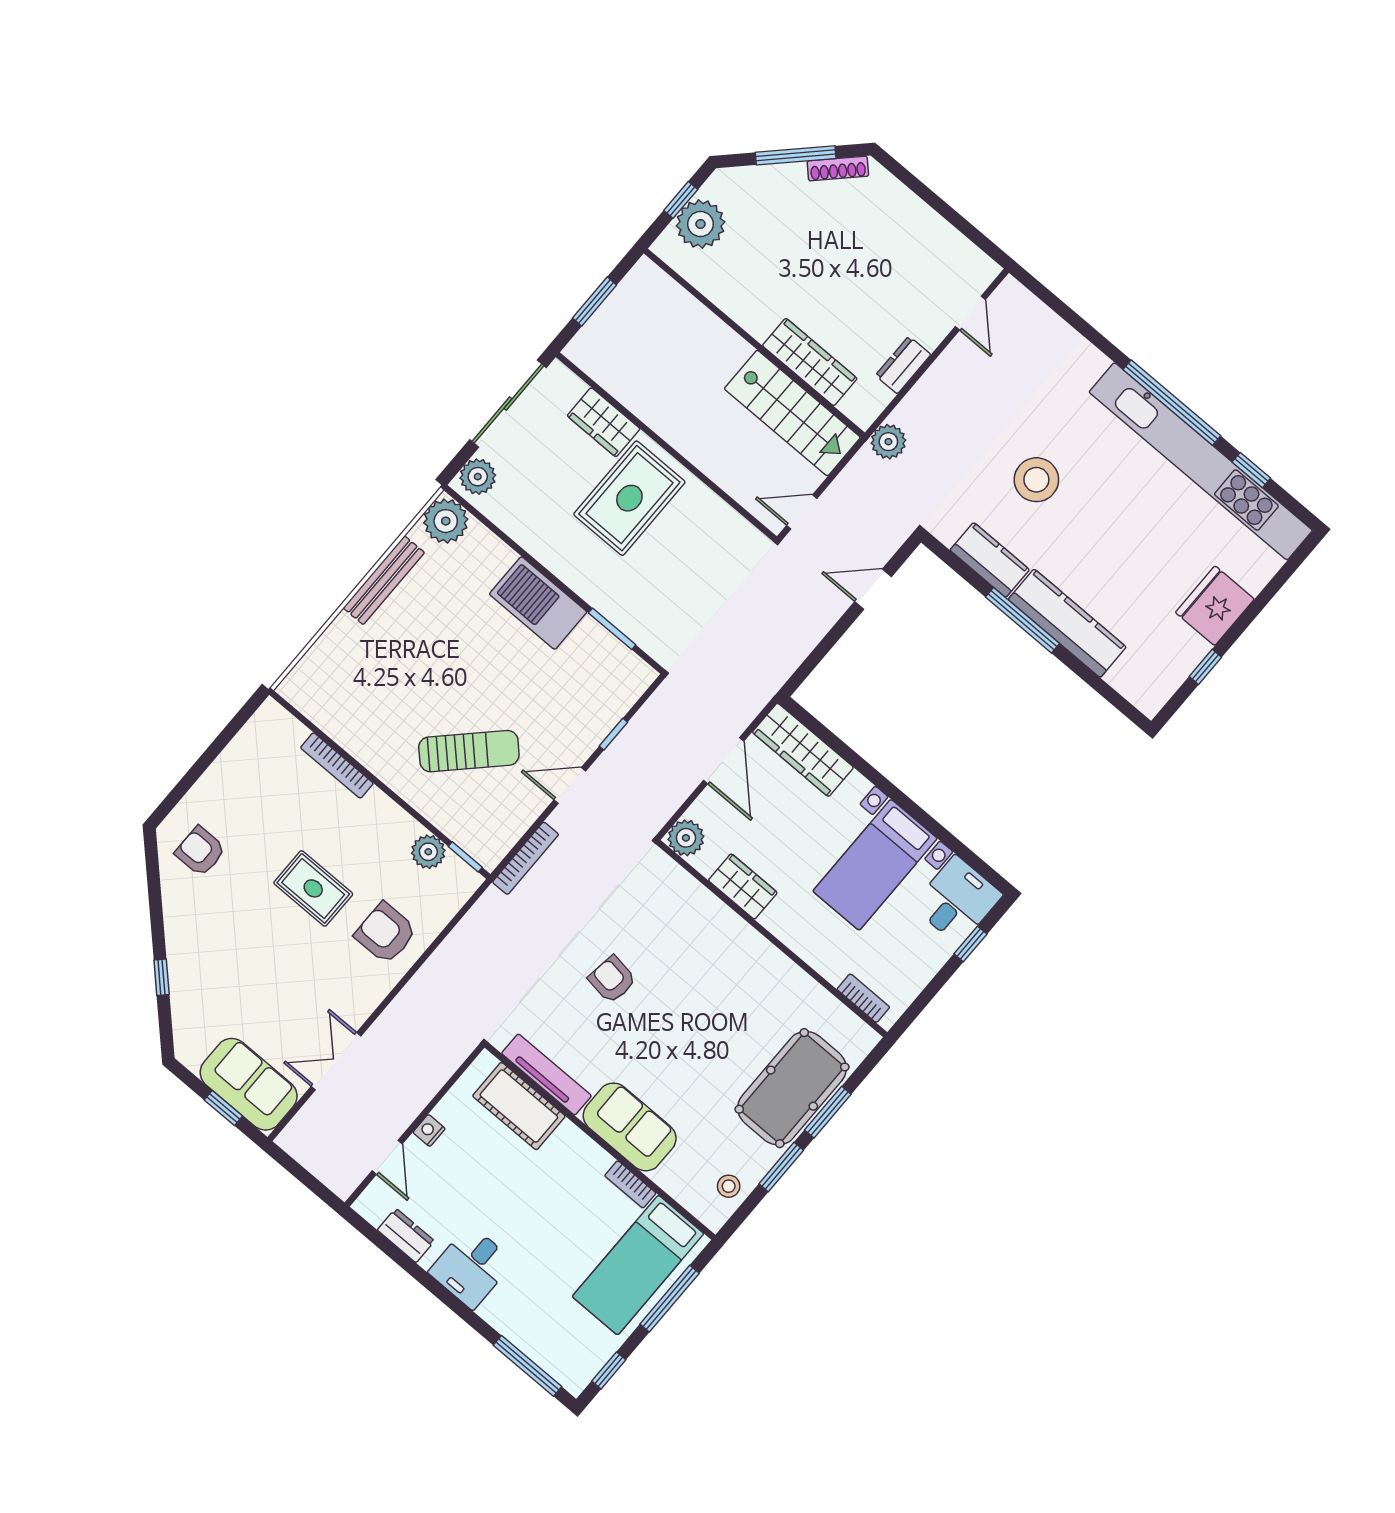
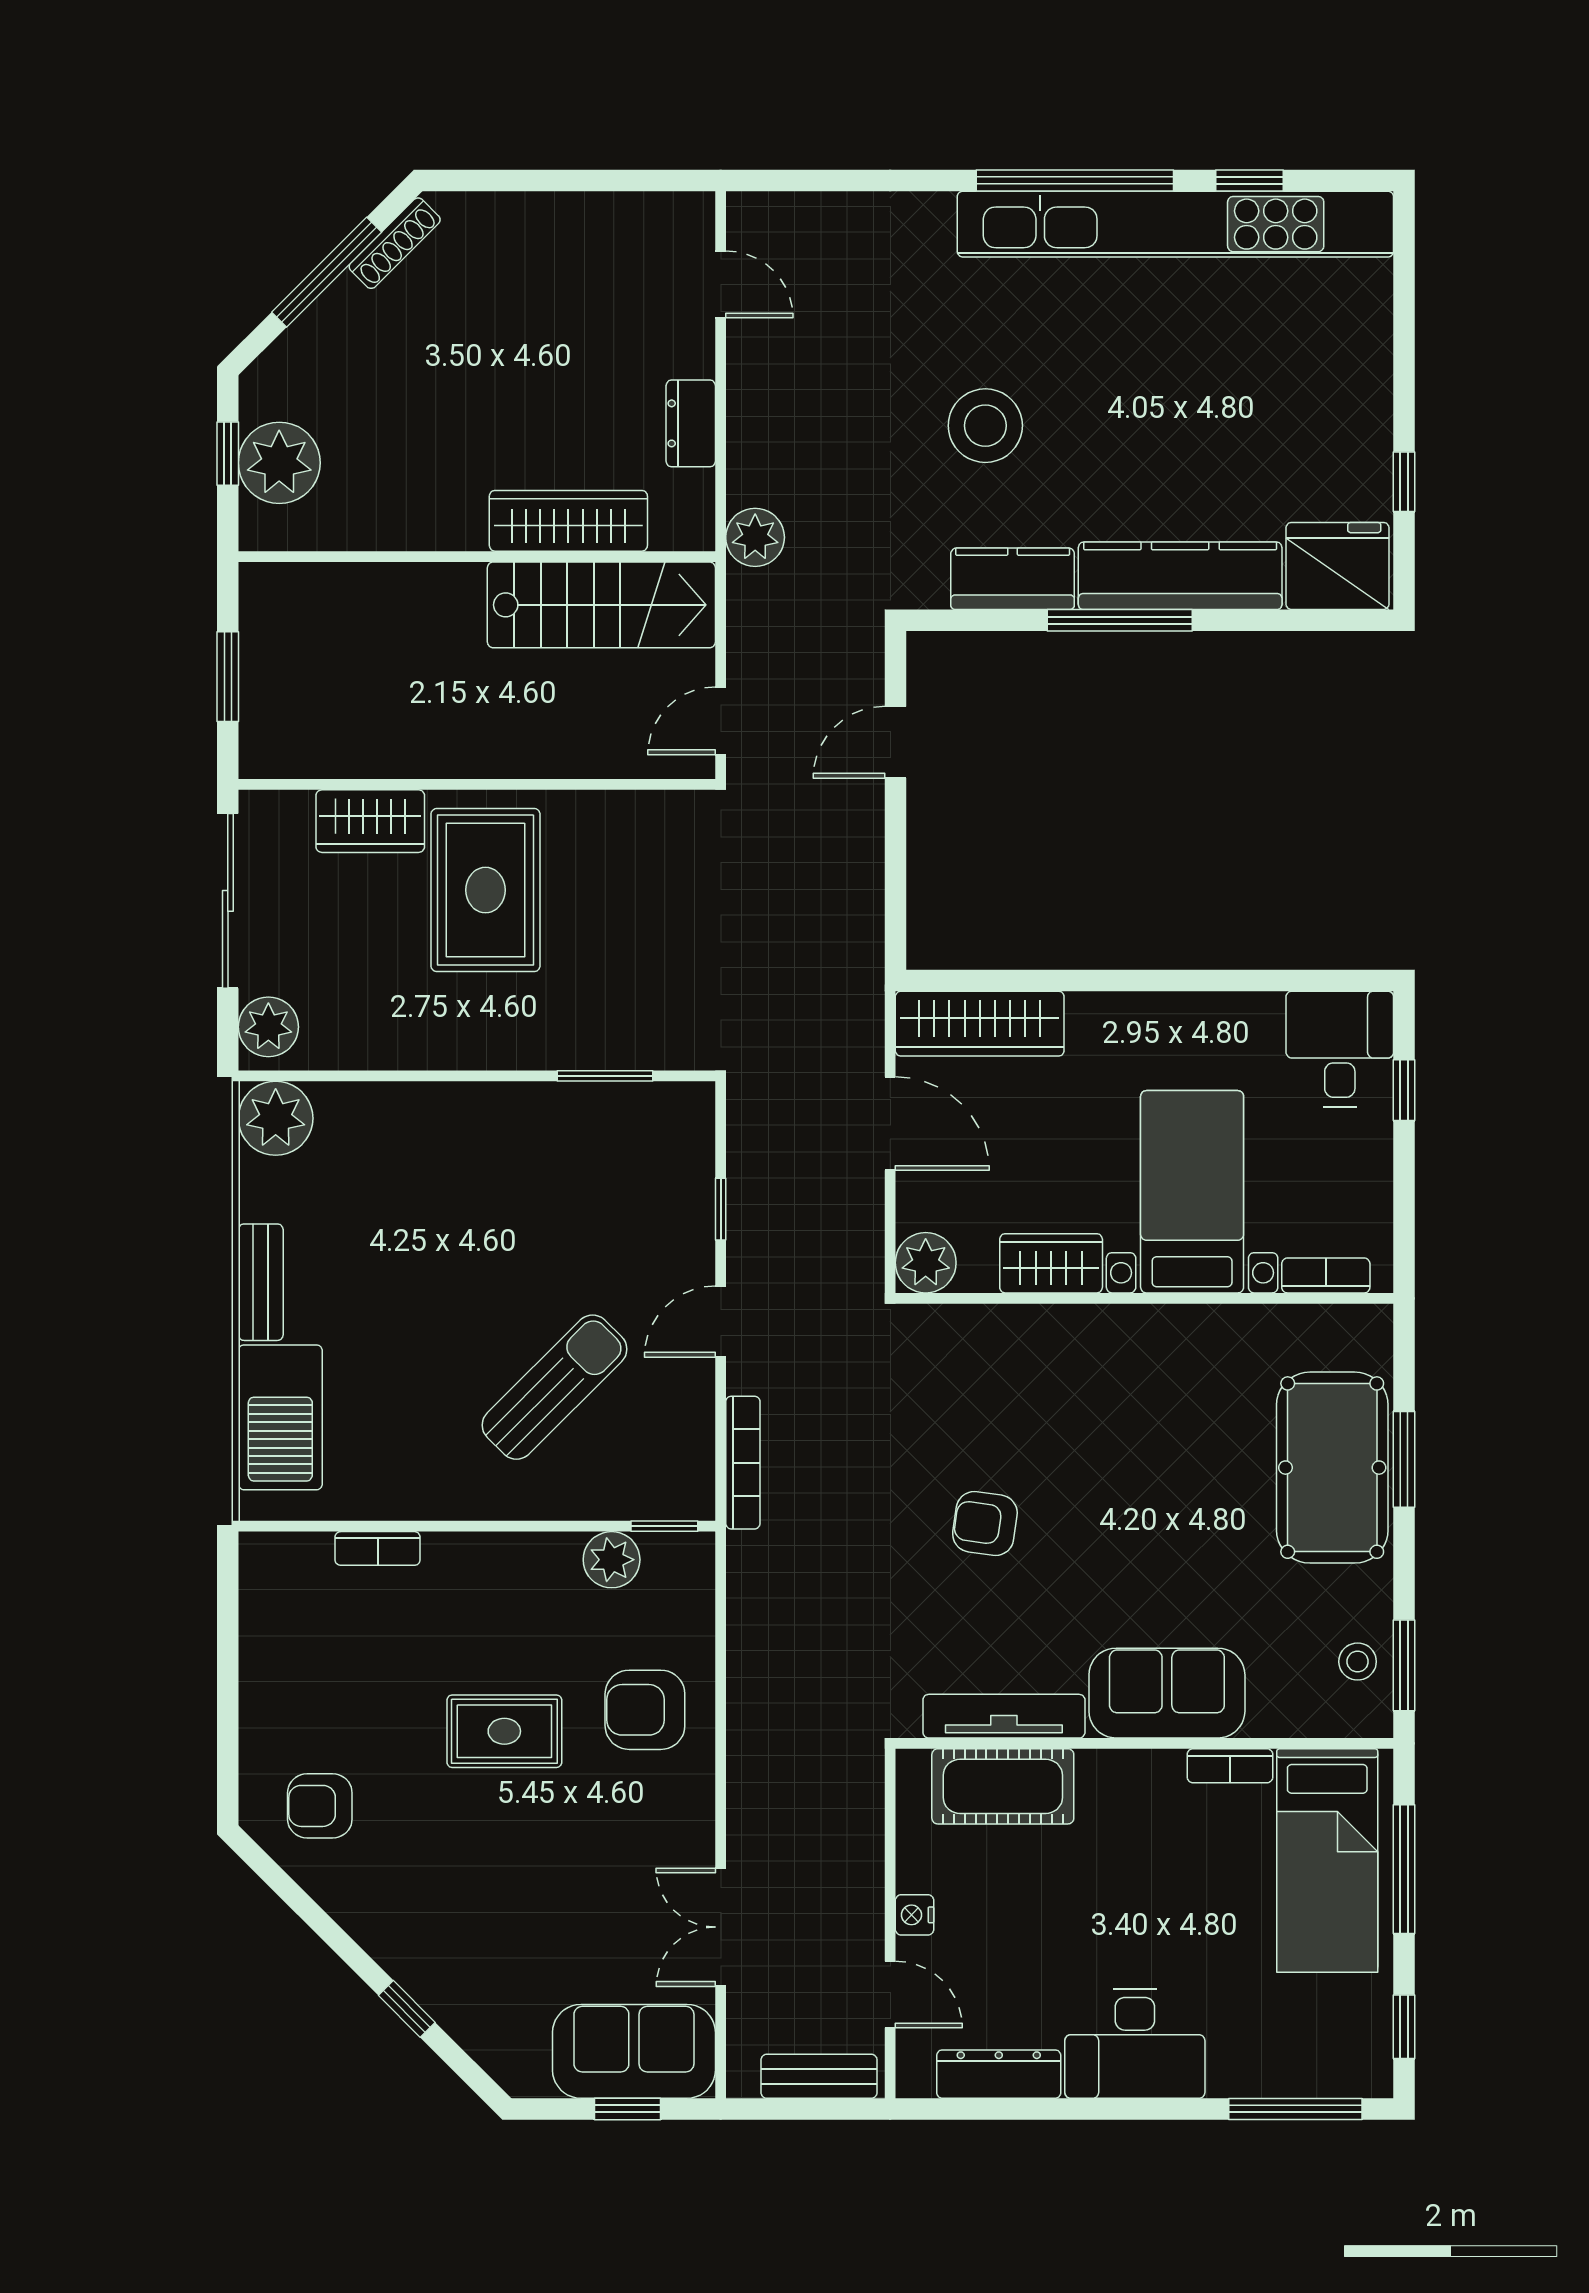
bench: (384, 580) -> (261, 1282), width x0.73
barbecue: (538, 603) -> (280, 1417), moved, turned -90
fridge: (1215, 606) -> (1337, 566), moved, turned 90
bookcase: (337, 765) -> (378, 1548), width x0.64
bed with nightstands: (875, 865) -> (1192, 1192), moved, turned 180
bench: (323, 1167) -> (819, 2076), added
window: (781, 1167) -> (1404, 1665), moved
dresser: (406, 1236) -> (999, 2074), width x1.44
desk: (471, 1267) -> (1135, 2043), width x1.37

